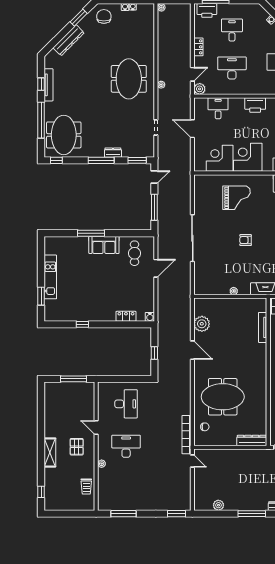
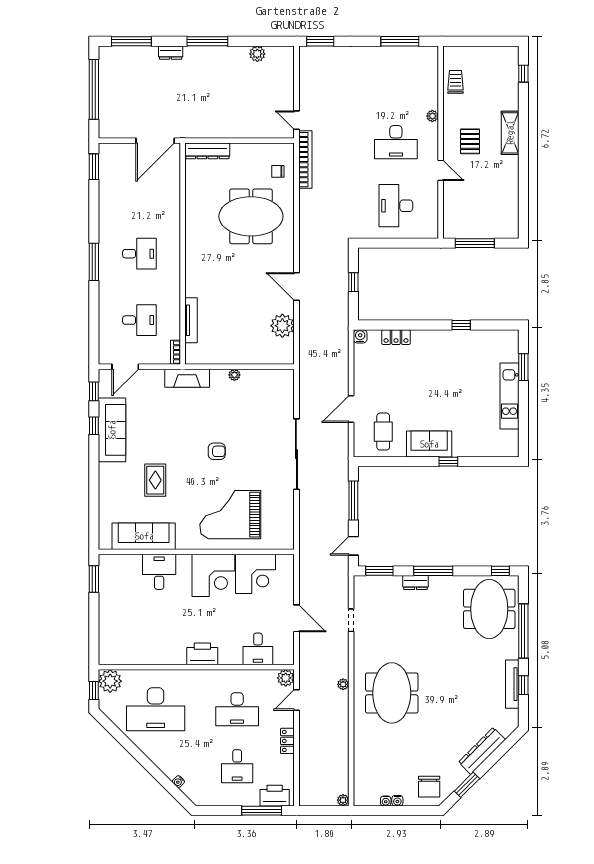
grand piano: (236, 198) -> (230, 515), width x1.37, depth x1.48
window: (91, 233) -> (448, 462), width x0.46

